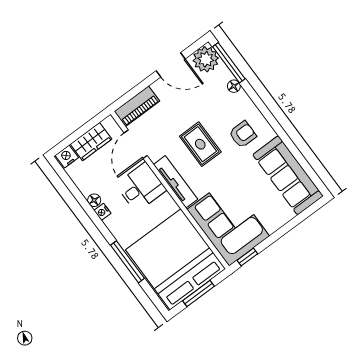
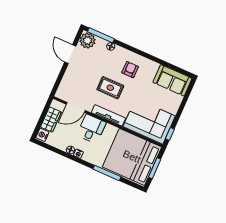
door: (171, 65) -> (70, 54), swing flipped
piano: (137, 106) -> (65, 87), removed
door: (136, 144) -> (76, 107), hinge flipped
sofa: (288, 175) -> (172, 80), width x0.73

